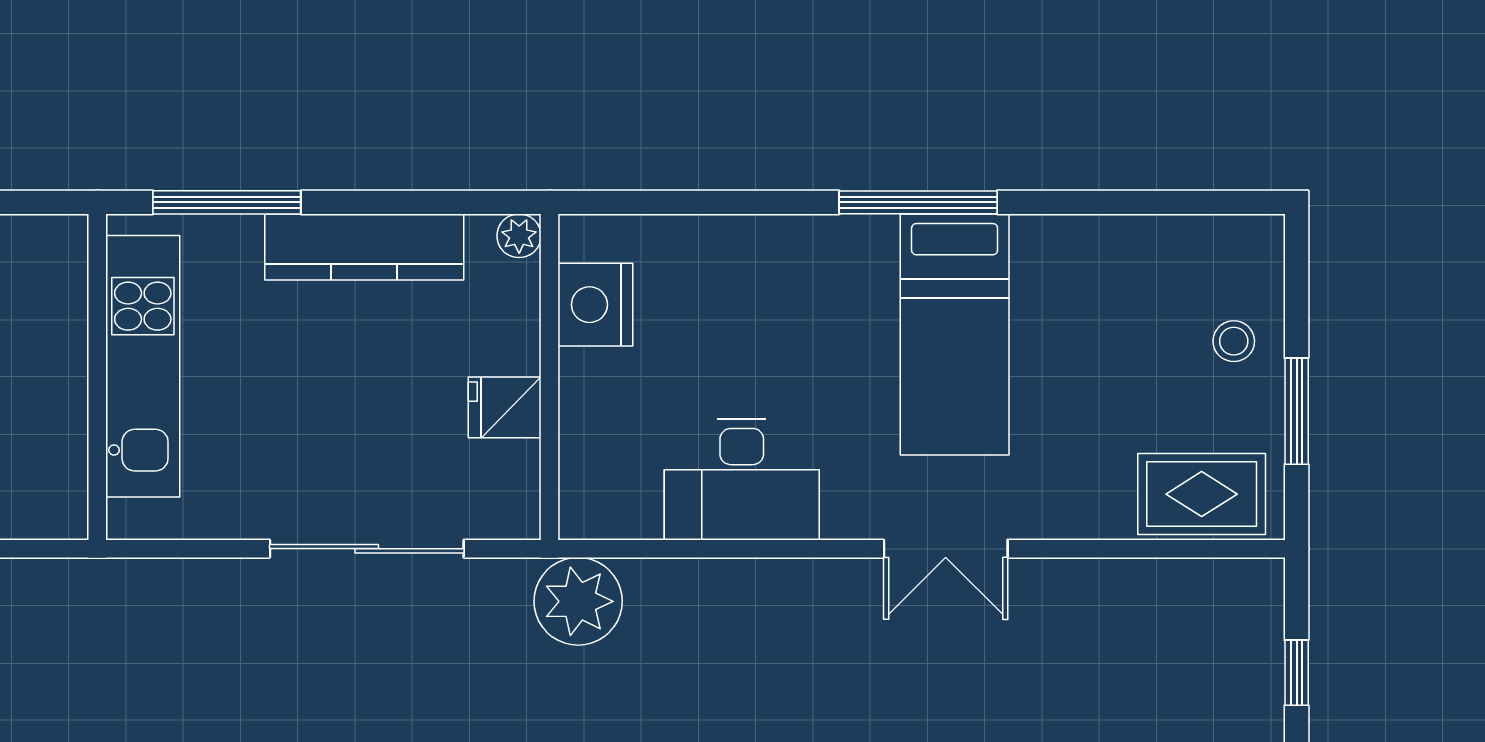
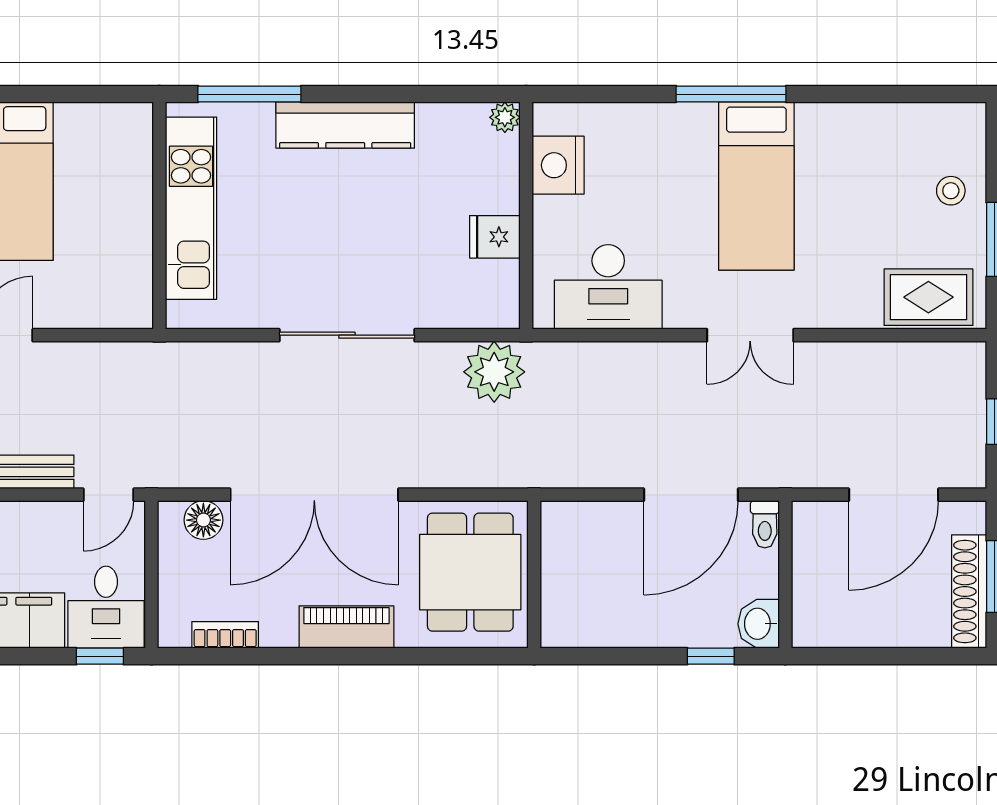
plant: (519, 236) -> (505, 117), moved
nightstand: (595, 305) -> (558, 165), moved
wall: (550, 377) -> (526, 216), moved
fridge: (505, 407) -> (495, 237), moved

